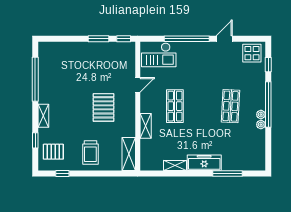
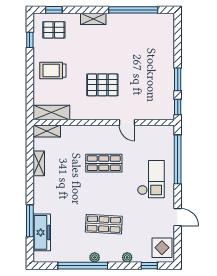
window: (187, 39) -> (178, 159), moved
checkout: (159, 55) -> (151, 179), moved, turned 180
window: (268, 105) -> (83, 266), moved
plant: (261, 125) -> (127, 257), moved
shelving: (146, 126) -> (47, 131), moved
window: (35, 140) -> (54, 10), moved
pallet: (53, 152) -> (54, 30), turned 90
freezer: (204, 163) -> (42, 232), moved

